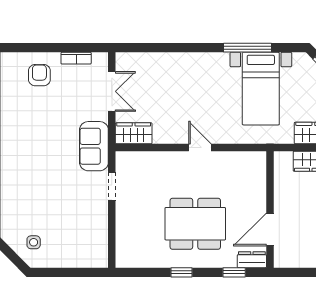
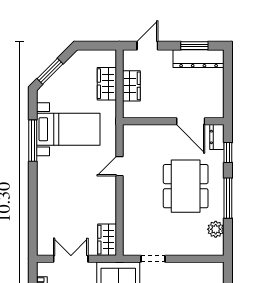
door: (200, 147) -> (119, 166), moved
plant: (146, 258) -> (216, 229), added
window: (181, 272) -> (228, 198), width x2.17

